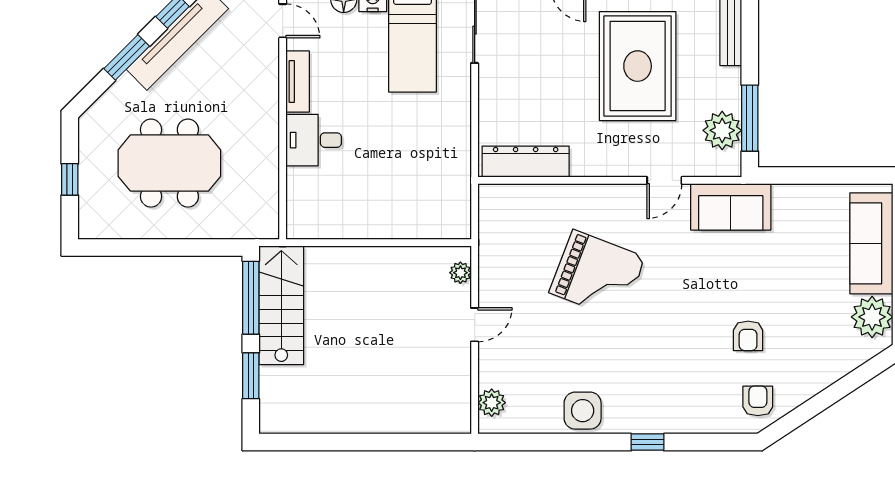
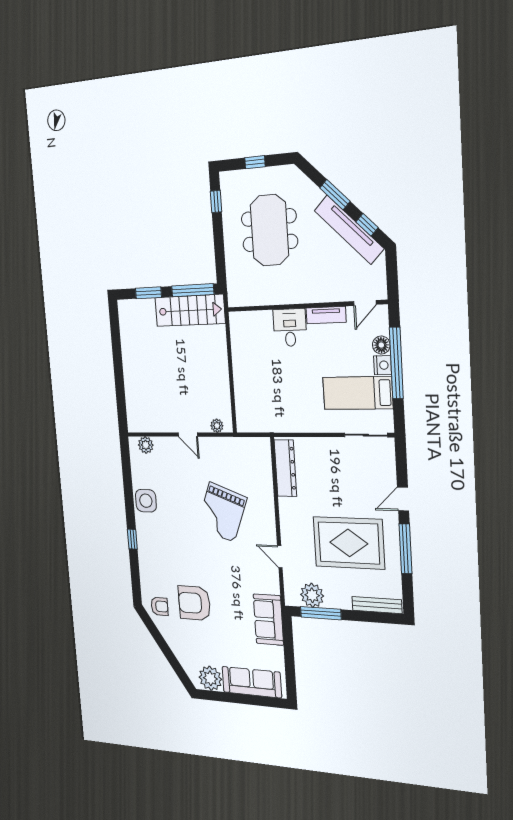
sofa: (731, 207) -> (268, 620), moved
window: (121, 247) -> (216, 201), added
armchair: (748, 336) -> (194, 603), width x1.88, depth x1.88

